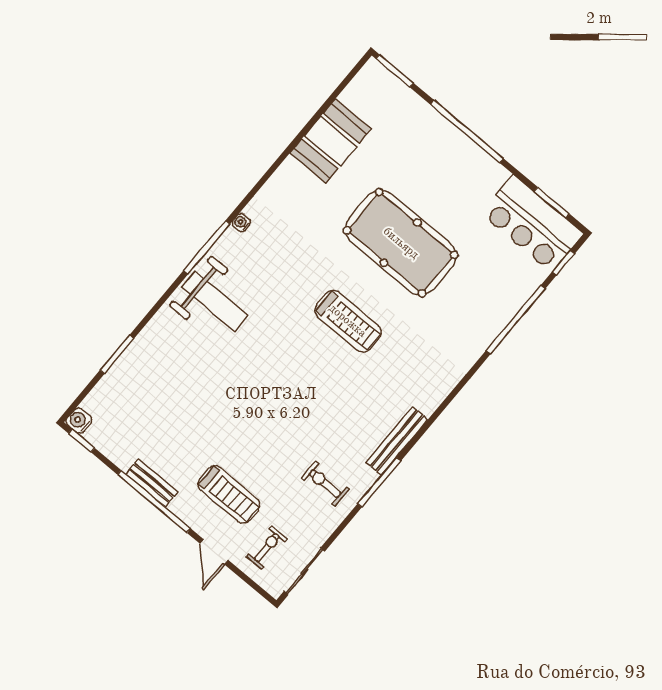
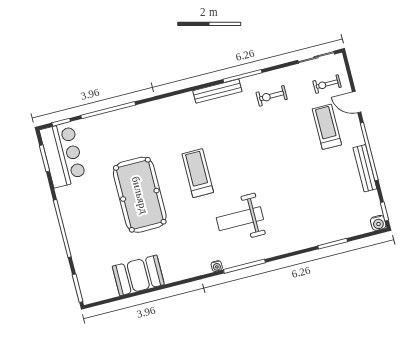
weight bench: (215, 301) -> (240, 219), moved, turned -90
bench: (152, 483) -> (365, 168), width x1.36
exercise bike: (325, 484) -> (272, 96), turned 90
door: (214, 552) -> (357, 102), swing flipped

